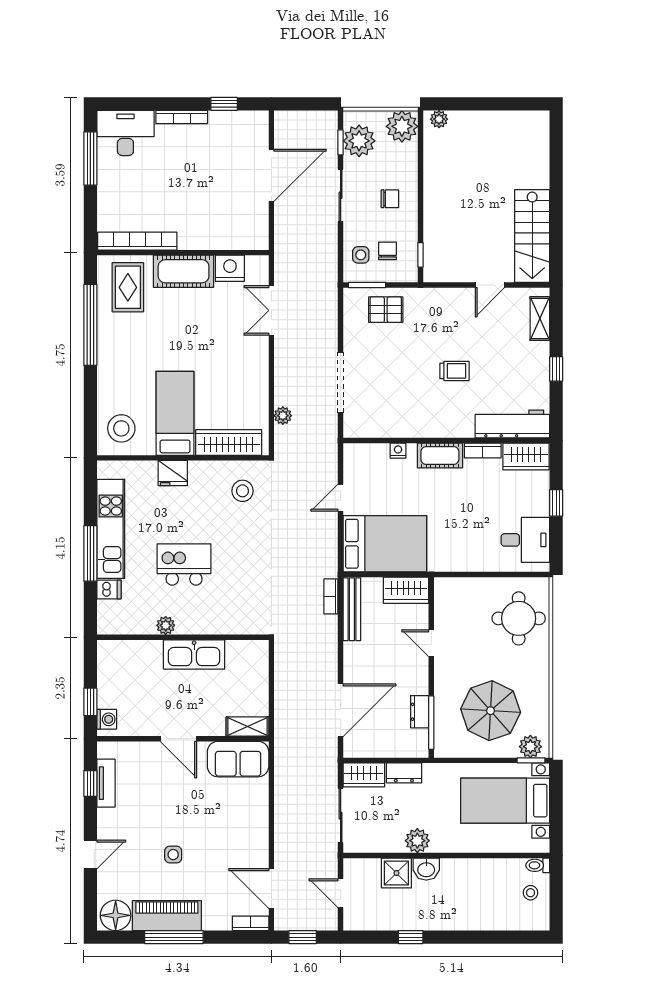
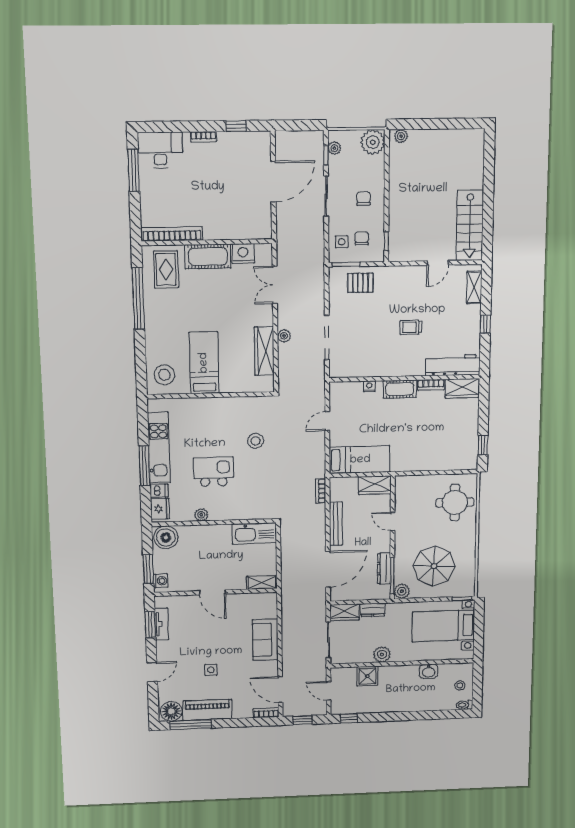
bookcase: (182, 117) -> (203, 137), width x0.64
plant: (359, 141) -> (334, 148), width x0.53, depth x0.53
chair: (390, 199) -> (364, 199), turned -90
trolley: (454, 371) -> (411, 327), turned 180
plant: (283, 416) -> (284, 336), moved
wardrobe: (229, 442) -> (264, 351), moved, turned -90
fridge: (173, 473) -> (160, 509), moved, turned -90
stool: (243, 491) -> (256, 441), moved
window: (556, 503) -> (483, 445), moved
desk: (525, 540) -> (461, 448), removed
bed: (385, 544) -> (360, 460), width x0.67
bench: (352, 609) -> (336, 524), moved
kitchen sink: (194, 654) -> (254, 533), moved
boiler: (116, 656) -> (166, 537), added
window: (90, 702) -> (148, 569), width x1.50
dresser: (420, 712) -> (384, 568), width x1.44
plant: (530, 747) -> (402, 591), moved
sofa: (238, 759) -> (265, 640), moved, turned 90
window: (90, 783) -> (150, 625), width x1.50
toilet: (538, 865) -> (464, 705), moved
washbasin: (426, 869) -> (429, 671), moved
window: (174, 937) -> (191, 725), moved
window: (411, 937) -> (349, 718), moved

